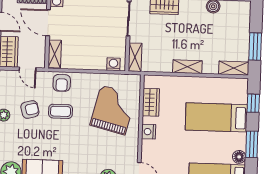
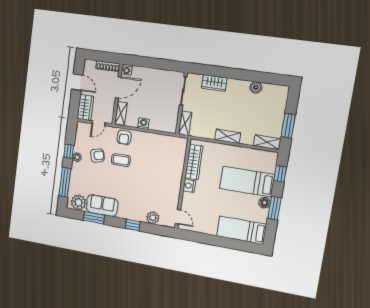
door: (48, 23) -> (118, 87), swing flipped
washing machine: (113, 64) -> (143, 124), moved
door: (28, 69) -> (99, 123), hinge flipped
wardrobe: (151, 102) -> (194, 162), width x1.50
grand piano: (113, 110) -> (163, 164), removed
floor lamp: (239, 157) -> (265, 203), moved

